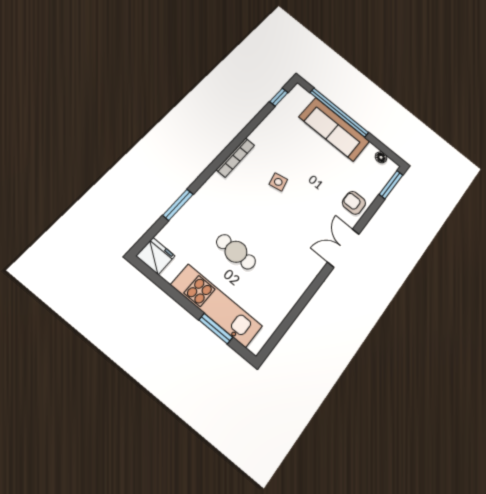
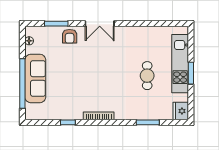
window: (279, 97) -> (68, 122), moved
side table: (278, 182) -> (93, 84), removed
window: (391, 185) -> (56, 24), moved
window: (216, 329) -> (191, 73), moved

